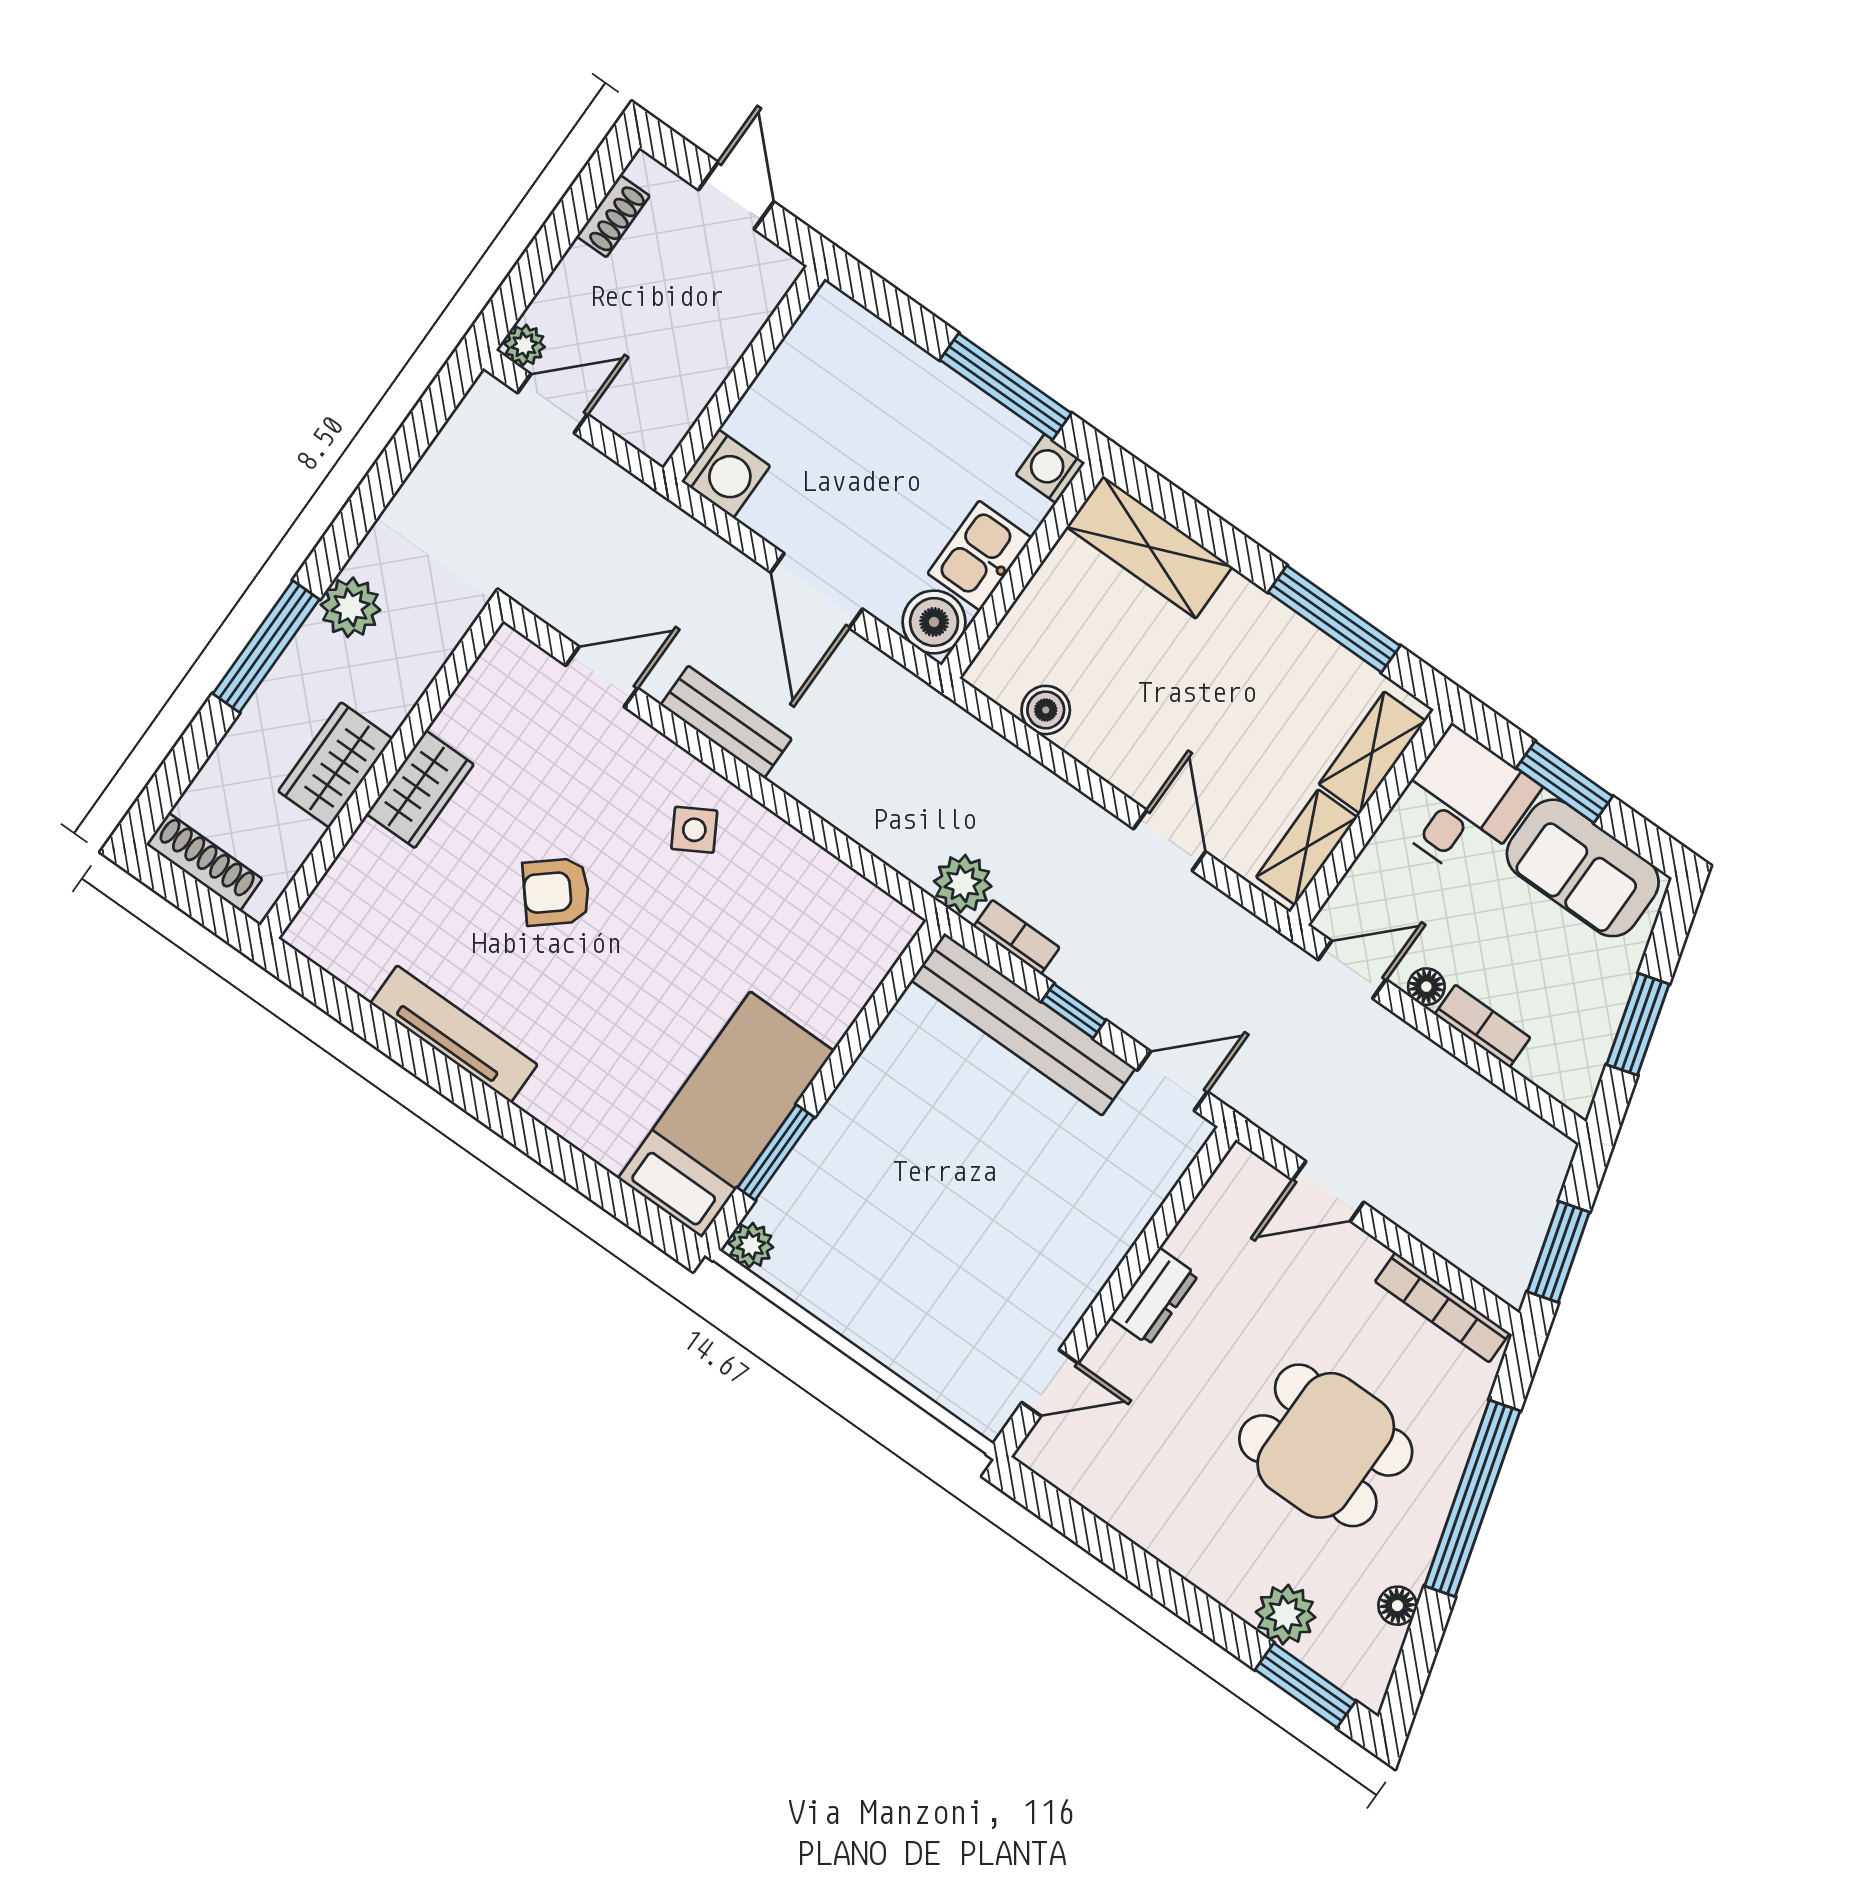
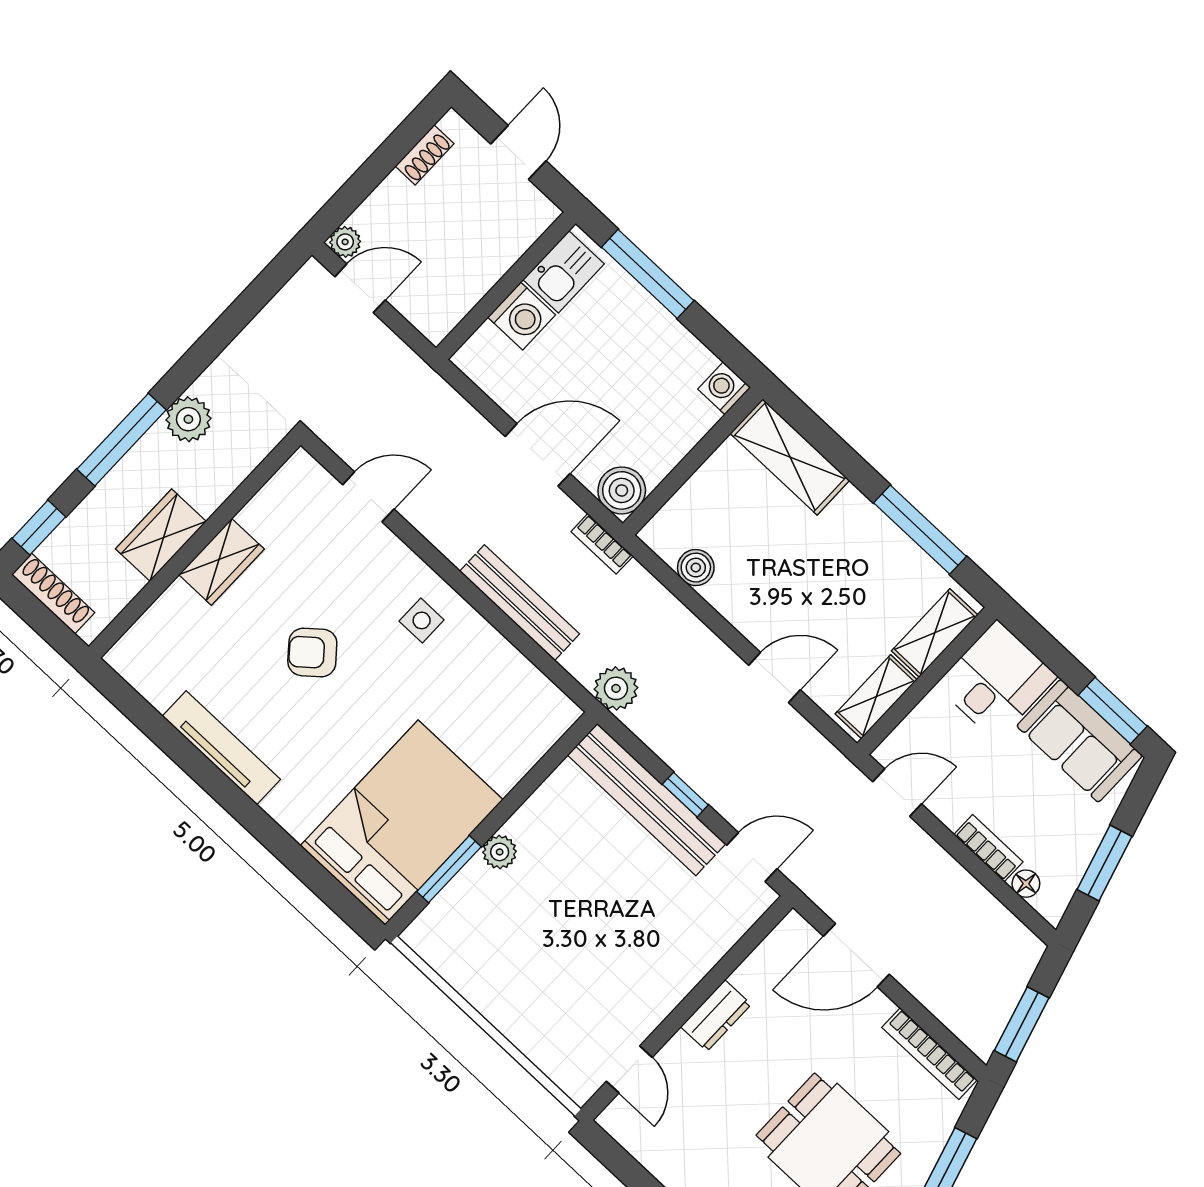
window: (1006, 386) -> (648, 274), moved
washing machine: (726, 474) -> (522, 316), moved
kitchen sink: (980, 556) -> (564, 272), moved, turned 180
door: (817, 591) -> (538, 455), swing flipped
bench: (726, 722) -> (519, 603), moved, width x1.36
window: (173, 777) -> (39, 528), added
window: (1564, 782) -> (1113, 711), moved
side table: (694, 830) -> (422, 620), turned 30
door: (1169, 840) -> (774, 677), hinge flipped
bookcase: (1017, 937) -> (602, 544), moved, turned 180
floor lamp: (1426, 987) -> (1026, 884), moved
bed: (726, 1115) -> (402, 823), width x1.50
door: (1328, 1191) -> (856, 955), width x1.37
plant: (751, 1245) -> (500, 852), moved
door: (1050, 1383) -> (629, 1069), hinge flipped

